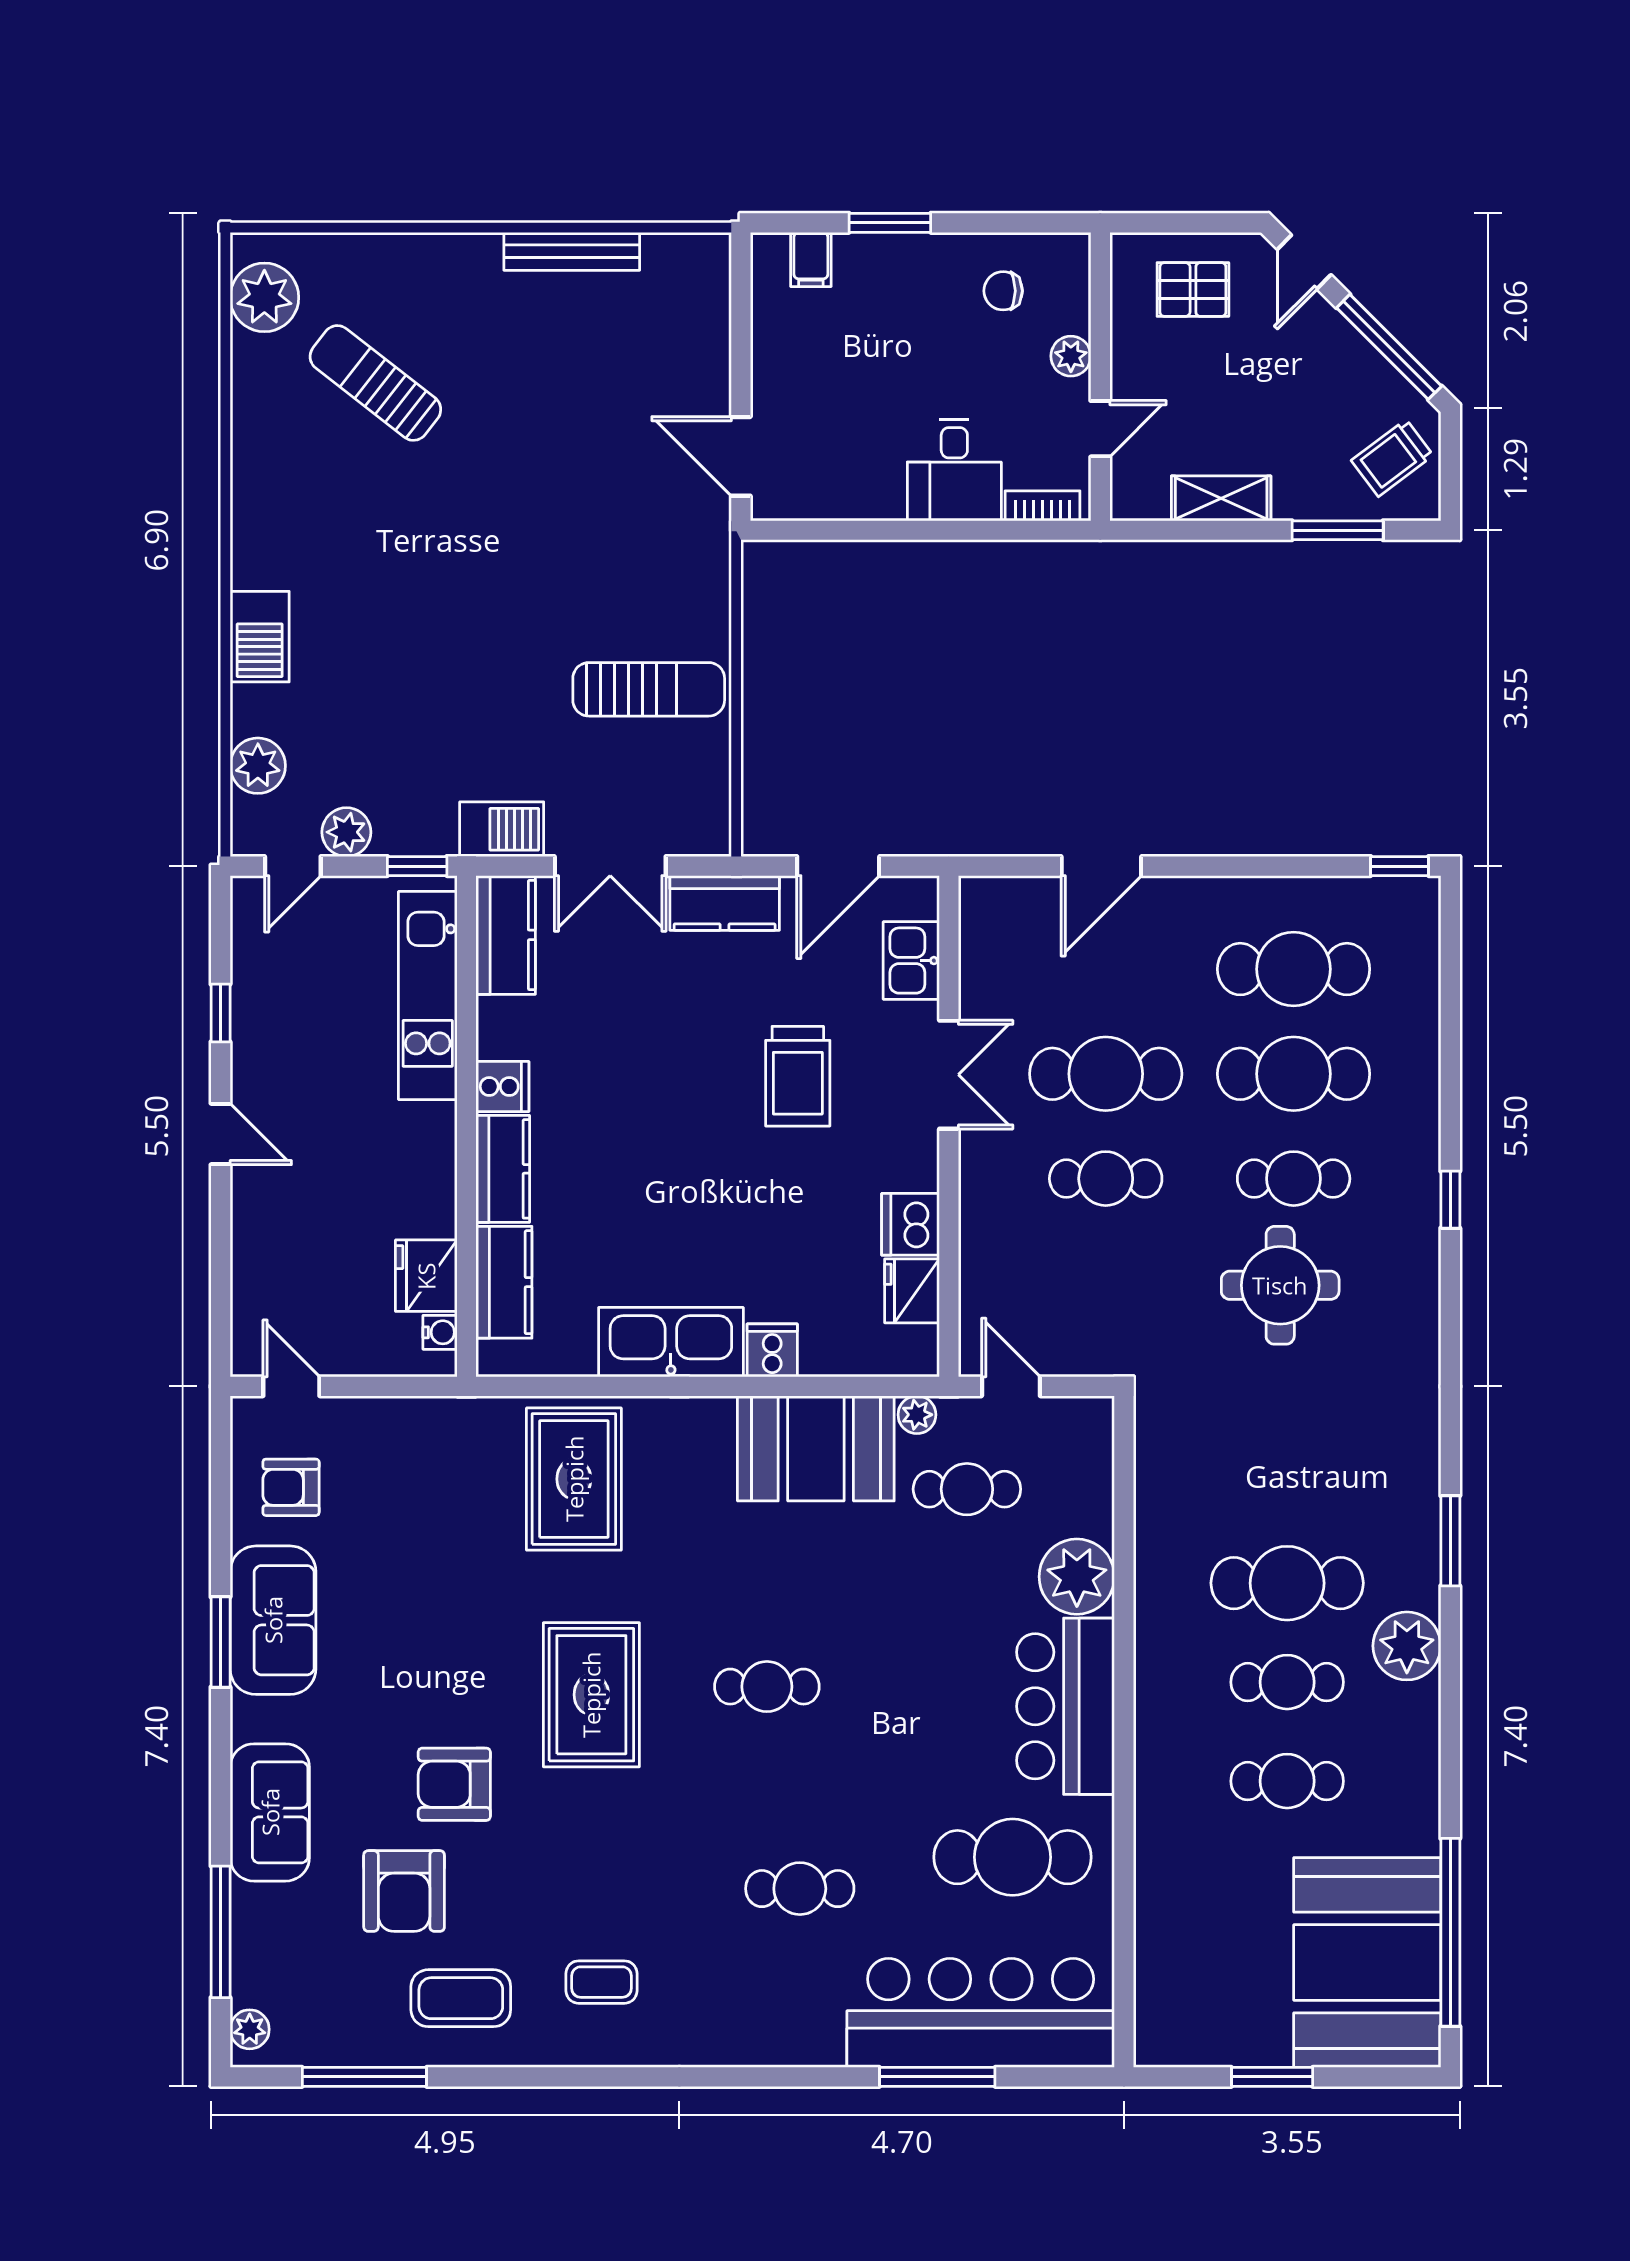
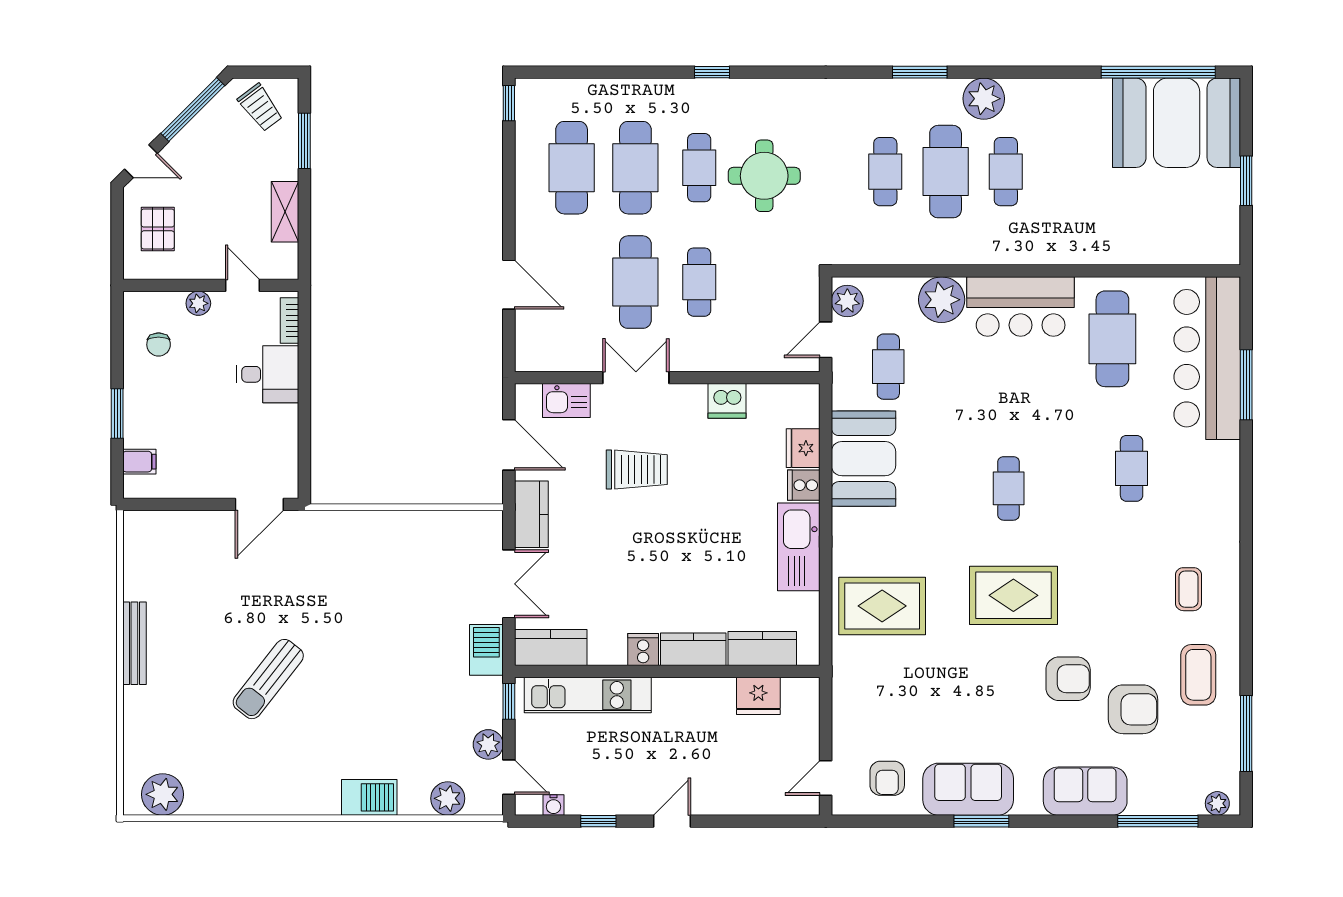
bench: (572, 251) -> (134, 643), moved
sun lounger: (375, 383) -> (268, 679), moved
sun lounger: (649, 689) -> (401, 560), removed
fridge: (912, 1291) -> (803, 448), moved, turned 90
water cooler: (440, 1332) -> (553, 805), moved, turned 180
plant: (917, 1415) -> (847, 301), moved, width x1.38, depth x1.38
cafe table: (1287, 1781) -> (885, 172), moved
armchair: (454, 1784) -> (1068, 679), turned -90

